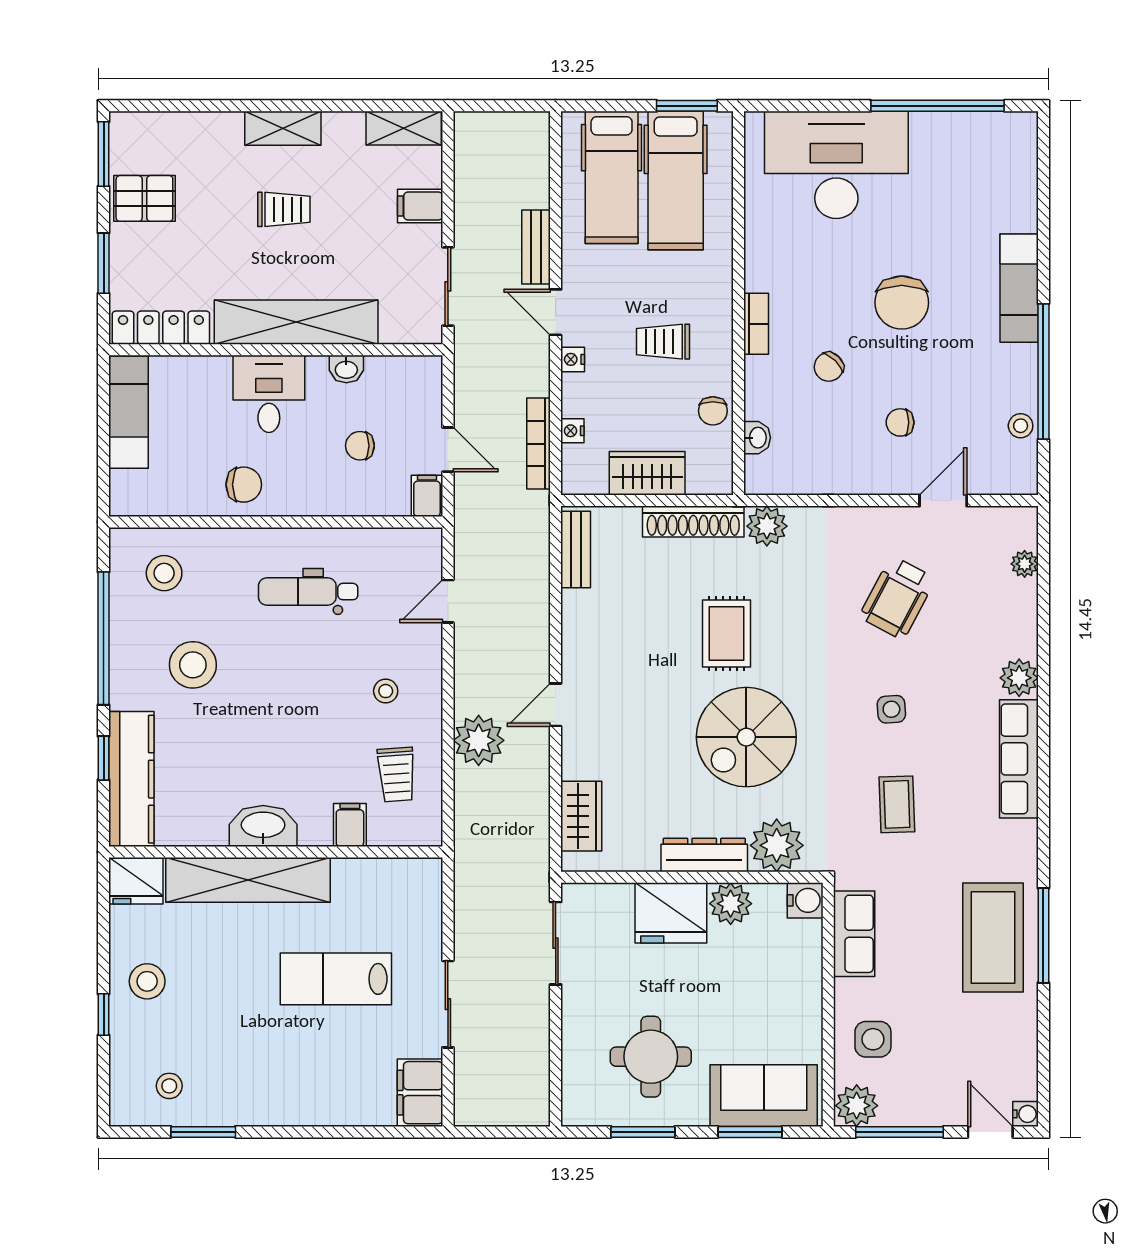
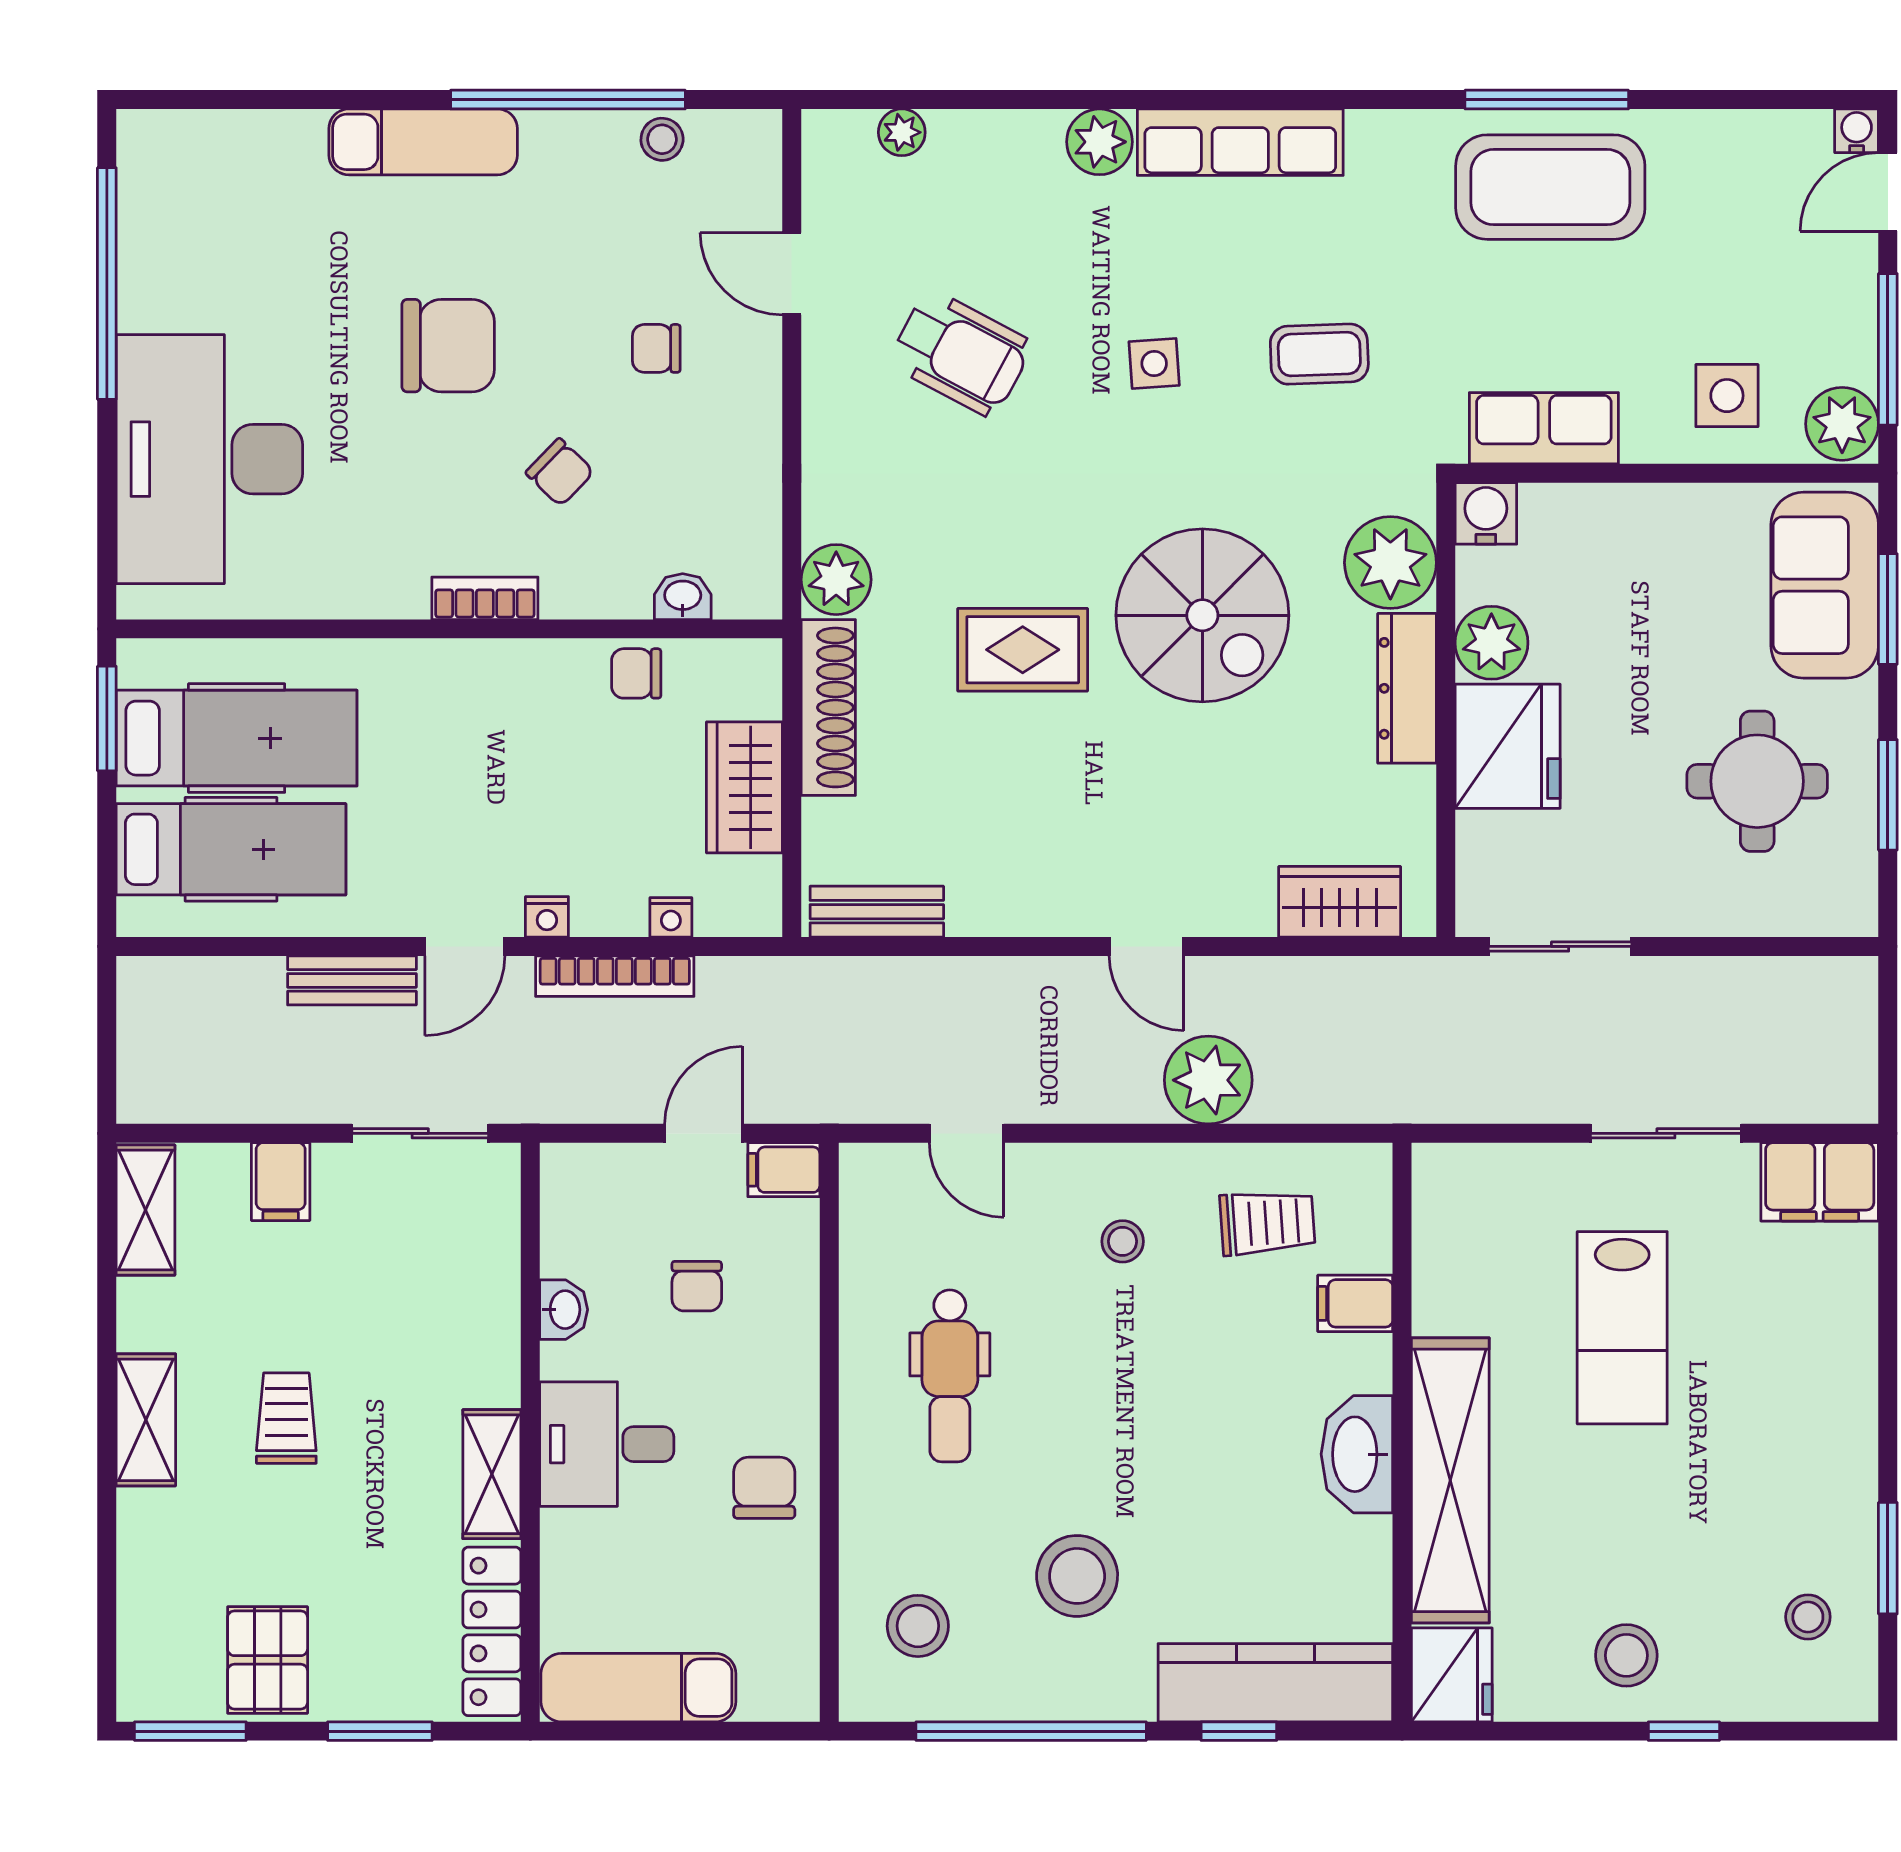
shelving: (296, 322) -> (492, 1474), width x0.45, depth x0.75
trolley: (663, 342) -> (516, 760), removed
chair: (713, 411) -> (636, 673), turned 180
chair: (900, 422) -> (656, 348), turned 90
bookcase: (538, 444) -> (615, 976), moved

